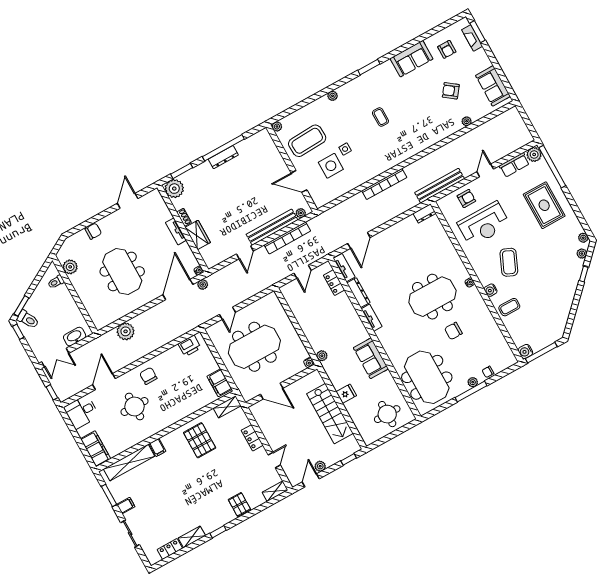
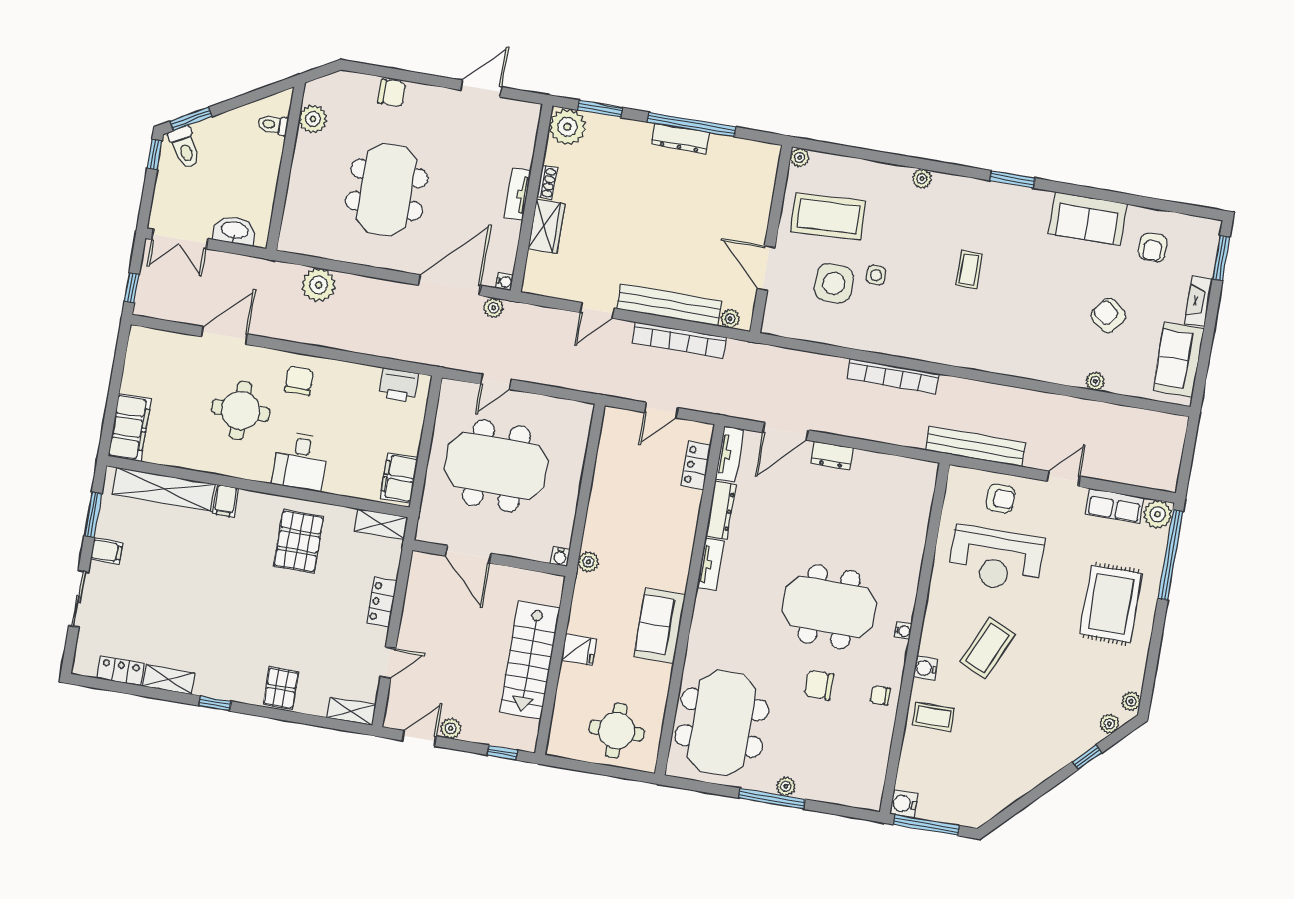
fireplace: (472, 38) -> (1198, 301), moved
dresser: (424, 213) -> (832, 456), moved
chair: (488, 372) -> (880, 696), moved
desk: (81, 412) -> (301, 461), moved, turned -90

